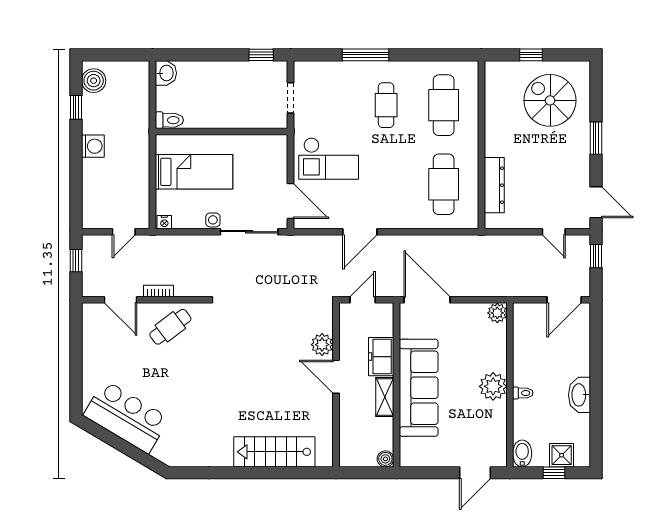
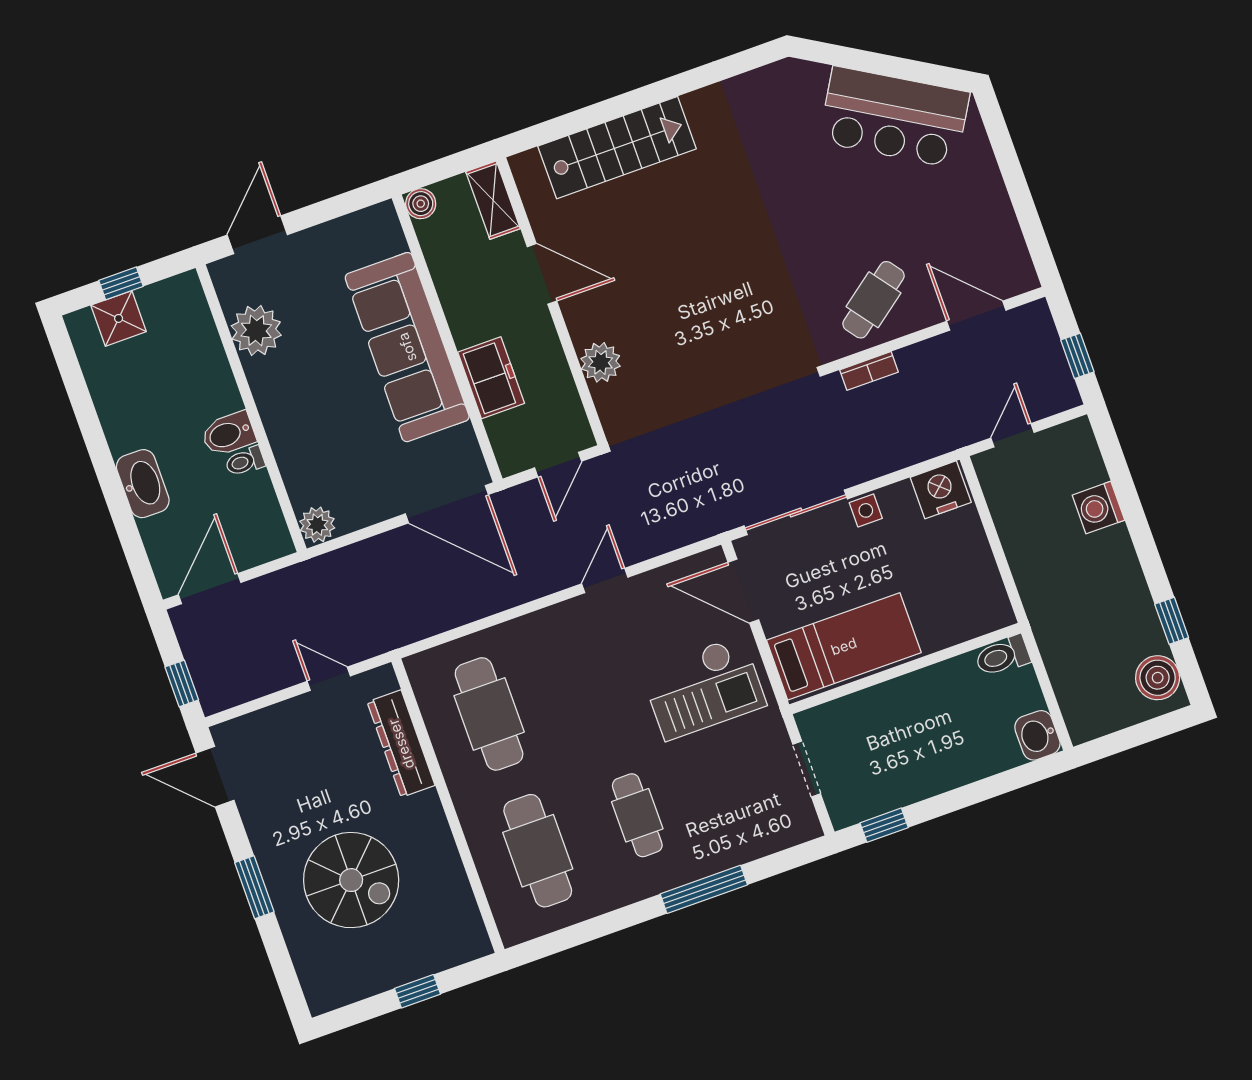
spiral stairs: (550, 100) -> (351, 880), moved
washing machine: (93, 146) -> (1098, 508), moved
checkout: (329, 159) -> (704, 688), turned 180
bed: (194, 172) -> (844, 646), moved, turned 180
nightstand: (164, 222) -> (941, 490), width x1.89, depth x1.79
door: (360, 232) -> (605, 580), width x0.73
door: (554, 232) -> (329, 679), moved
bookcase: (158, 291) -> (869, 371), moved
door: (336, 377) -> (542, 274), moved
plant: (493, 386) -> (256, 330), moved
toilet: (523, 393) -> (245, 461), moved
washbasin: (579, 395) -> (143, 484), moved
shelving: (385, 397) -> (493, 200), moved
bidet: (522, 454) -> (228, 434), moved, turned 90

